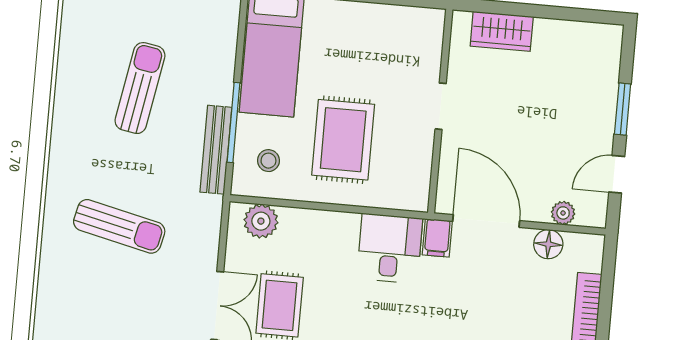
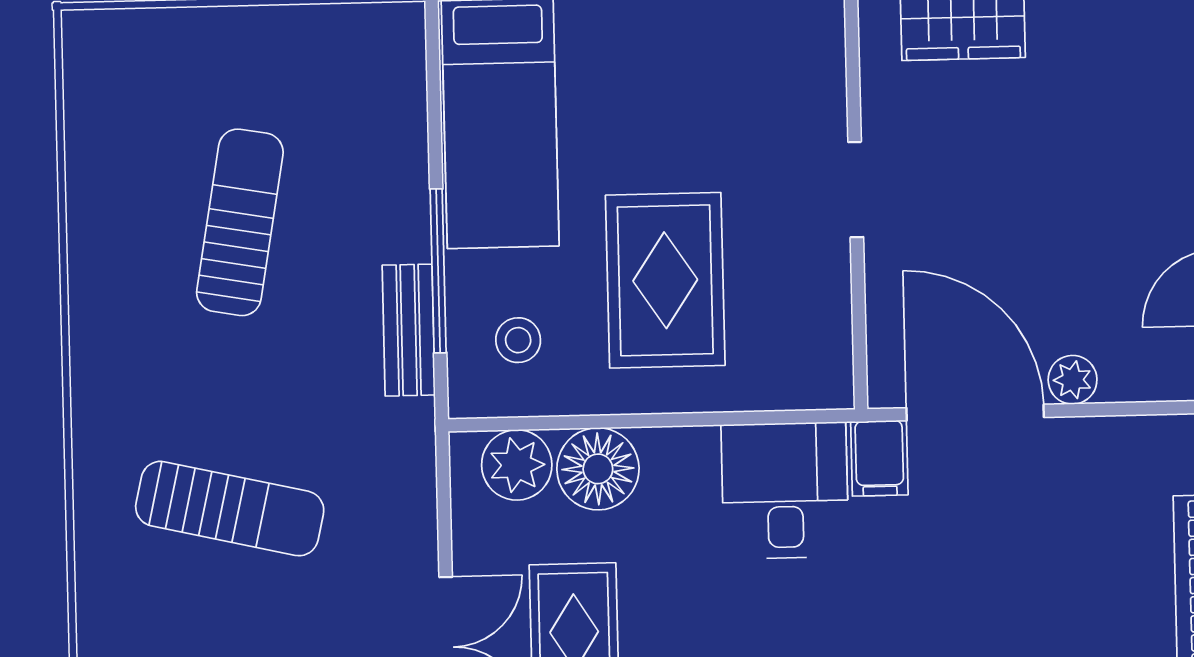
bench: (216, 150) -> (409, 330), width x0.73
plant: (563, 213) -> (1073, 380), moved
floor lamp: (548, 244) -> (598, 469), moved, width x1.38, depth x1.38

